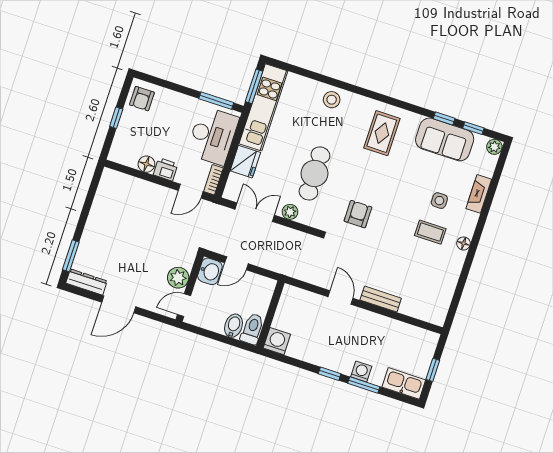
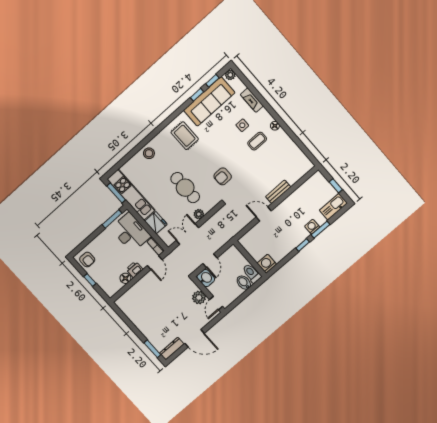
sofa: (445, 139) -> (209, 101), width x1.36
armchair: (358, 214) -> (223, 176), turned -90
door: (119, 304) -> (195, 338), hinge flipped

